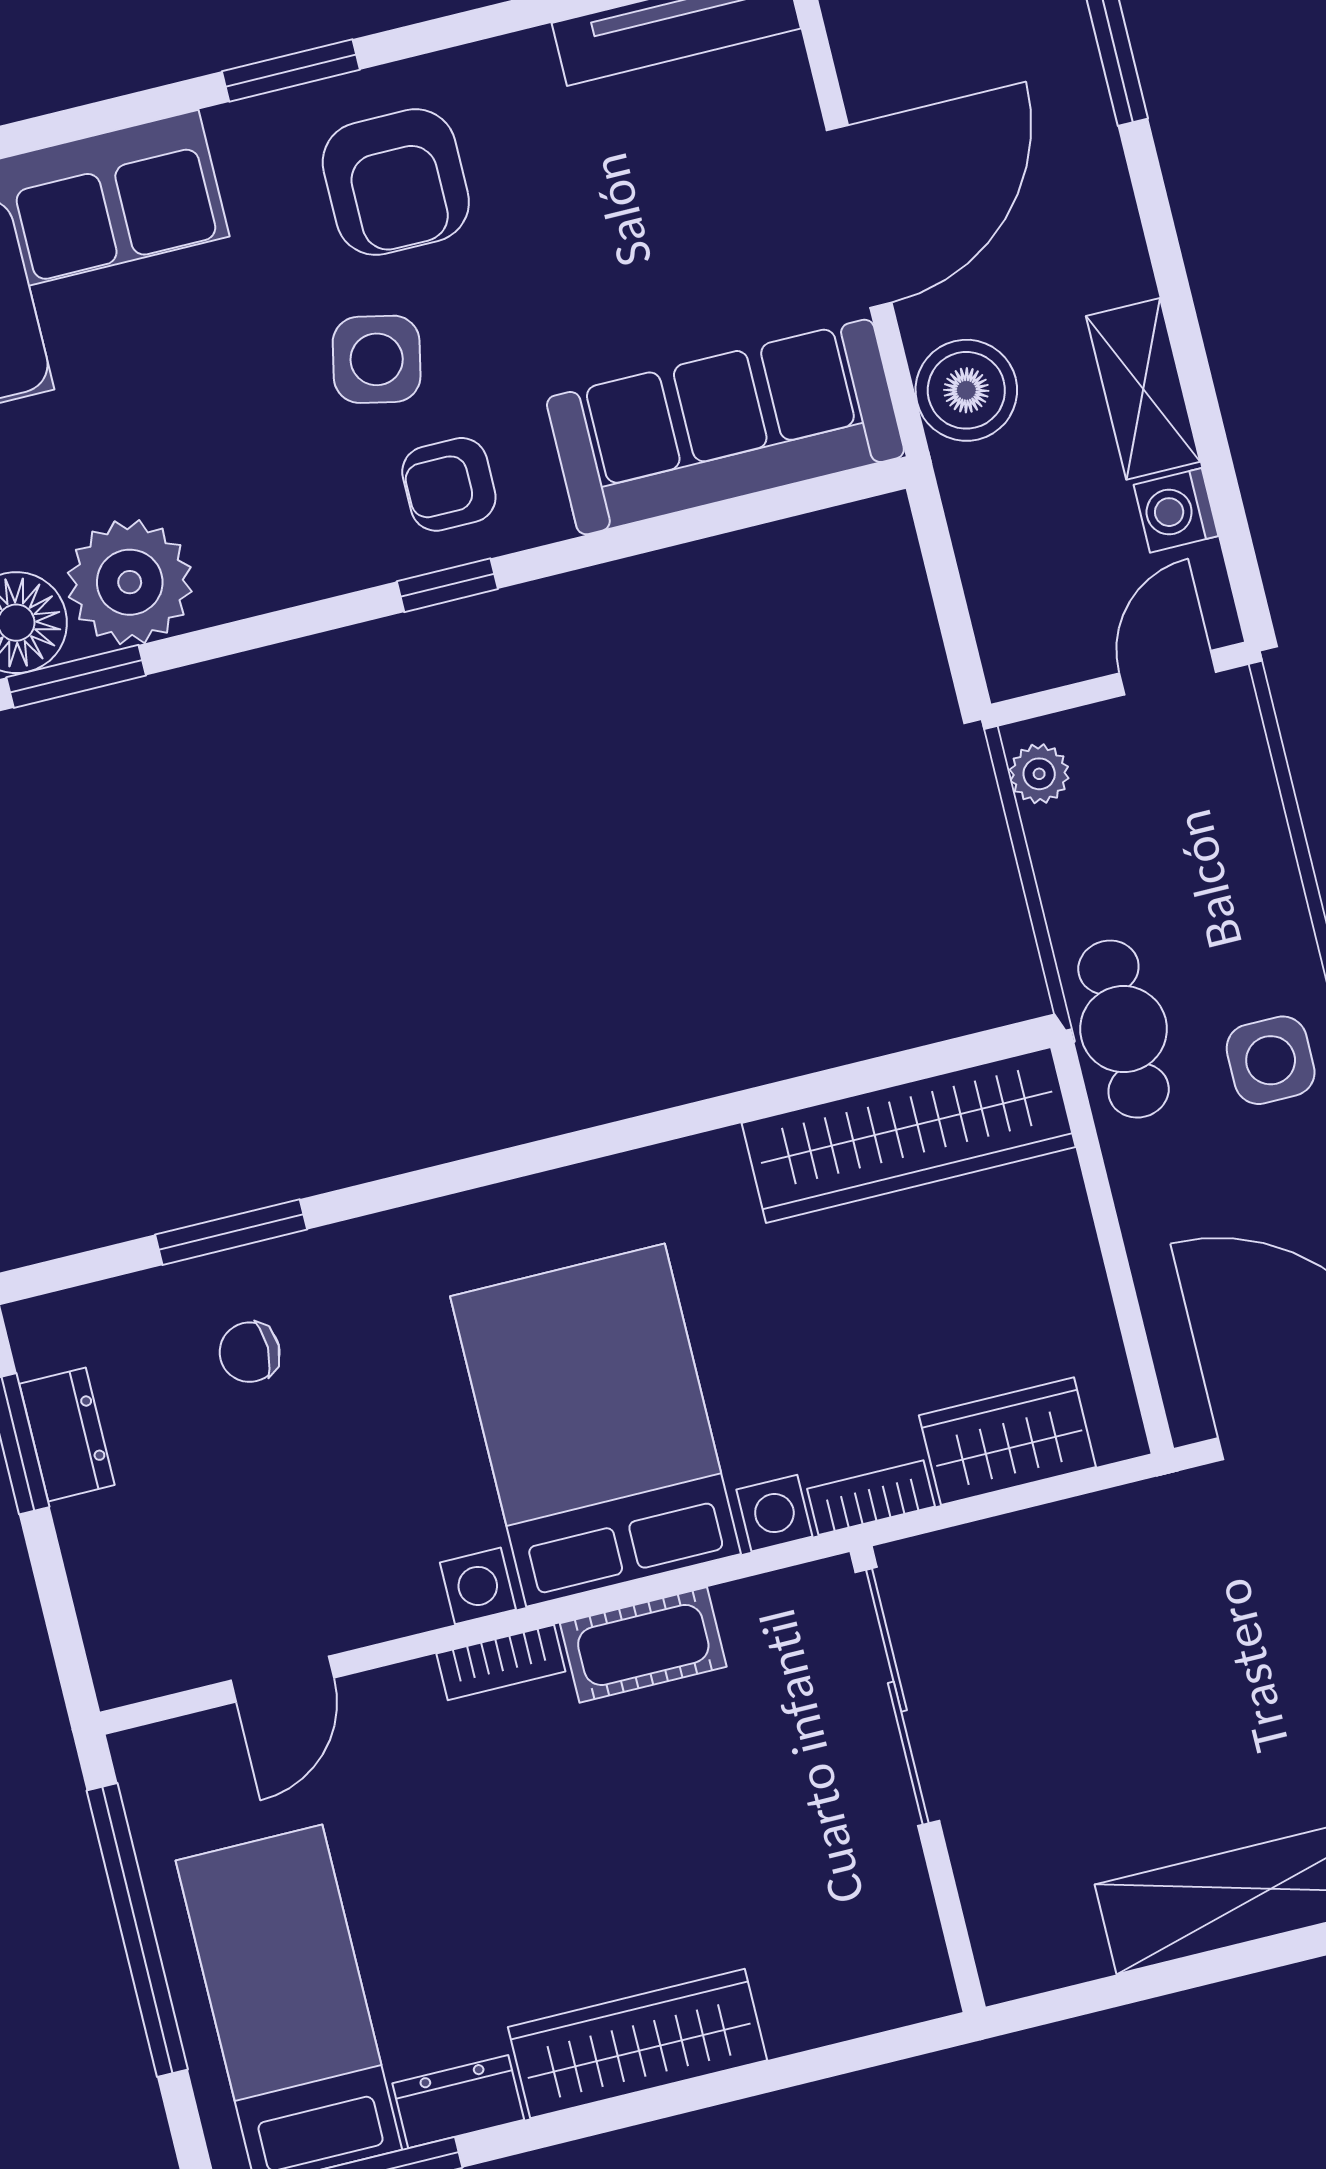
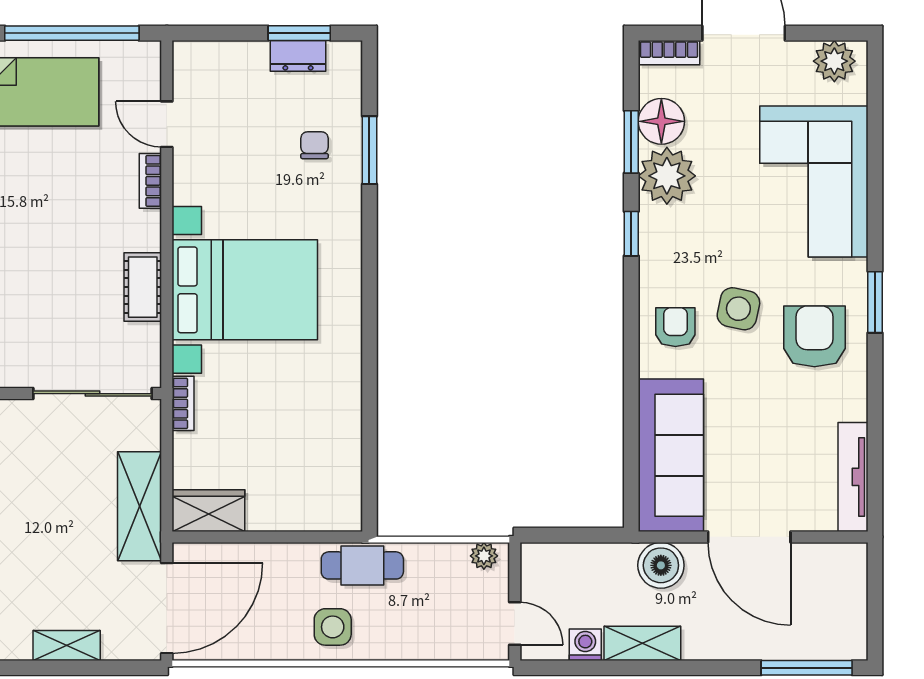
armchair: (396, 182) -> (814, 336), turned 90
window: (447, 585) -> (631, 234), moved
wardrobe: (909, 1135) -> (339, 459), removed
wardrobe: (1007, 1441) -> (208, 511), moved, turned -90
shelving: (1114, 1537) -> (140, 506), added
bookcase: (501, 1663) -> (150, 181), moved

